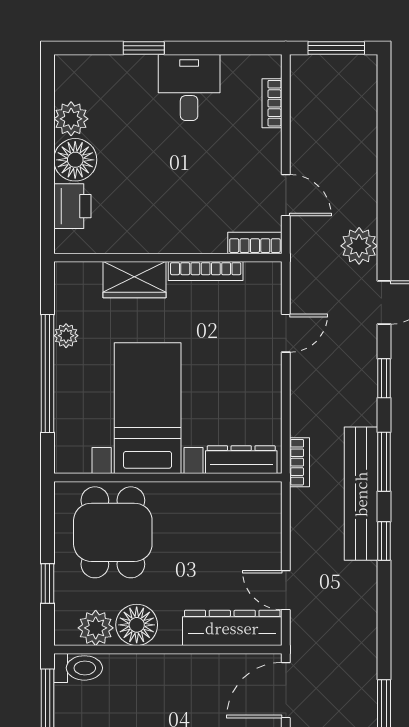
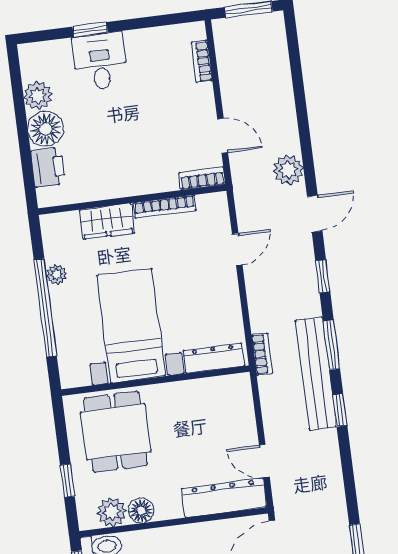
desk: (189, 88) -> (100, 61), moved
floor lamp: (137, 625) -> (141, 511), width x0.73, depth x0.73

